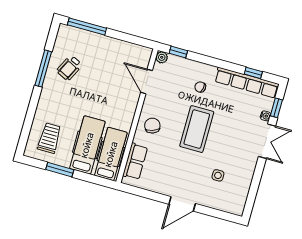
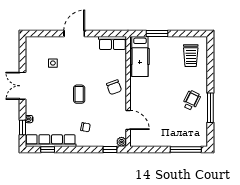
wheelchair: (69, 68) -> (191, 100), moved
coffee table: (197, 129) -> (79, 94), width x0.54, depth x0.58
double door: (267, 141) -> (22, 86), moved
hospital bed: (87, 145) -> (160, 58), removed
row of seats: (135, 161) -> (112, 43), moved, turned -90
window: (60, 170) -> (157, 33), moved

